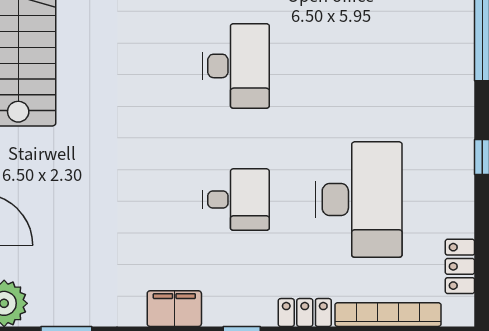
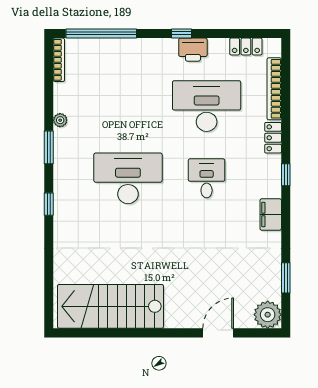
desk: (236, 66) -> (128, 178), width x1.36, depth x1.30
printer: (455, 176) -> (193, 50), added

